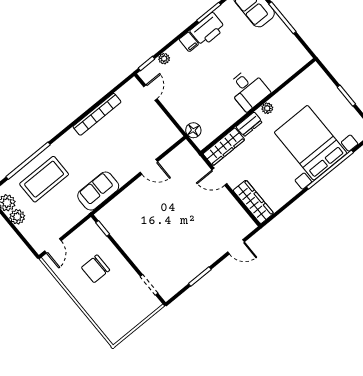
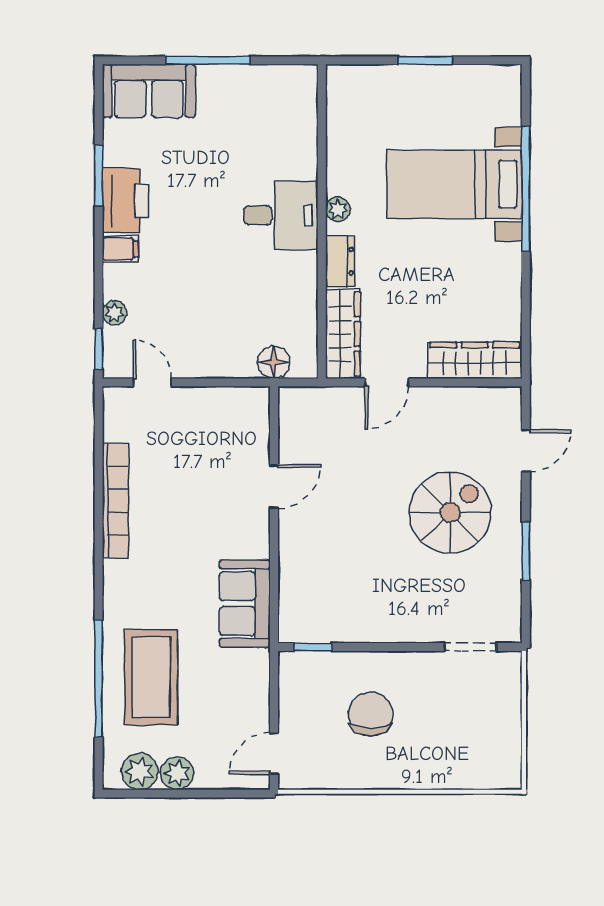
bed with nightstands: (311, 143) -> (455, 184), width x0.73
spiral stairs: (191, 238) -> (450, 513), added
door: (53, 246) -> (274, 754), swing flipped
chair: (96, 269) -> (370, 714), turned 180

